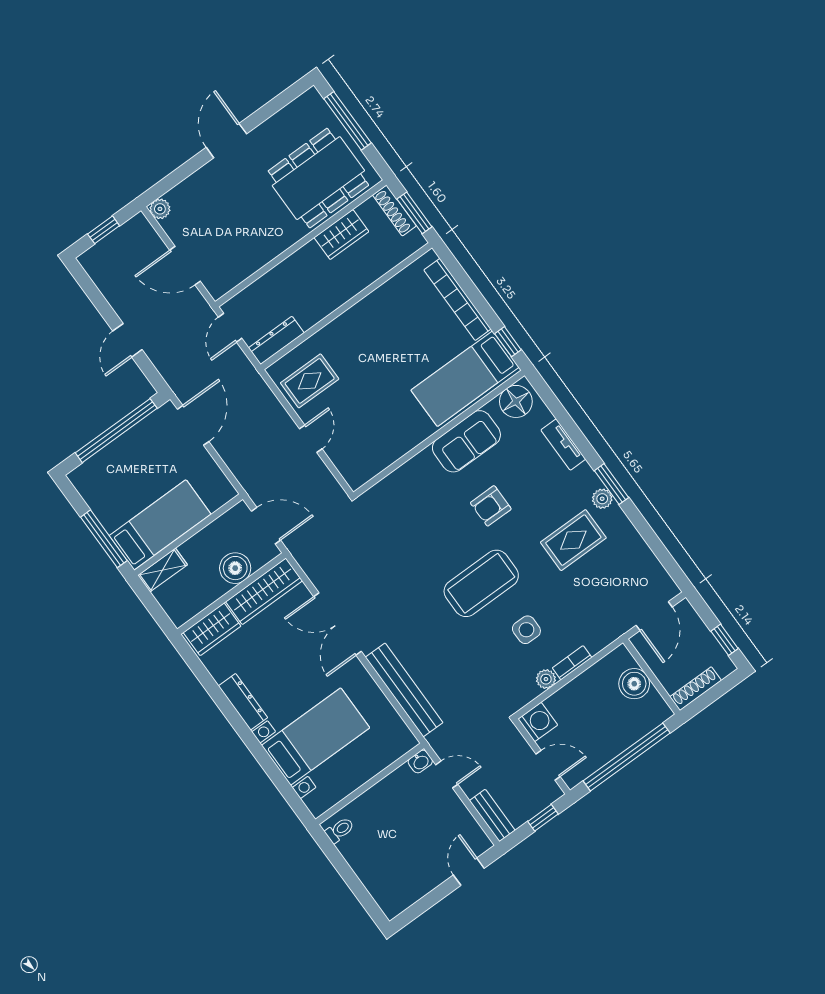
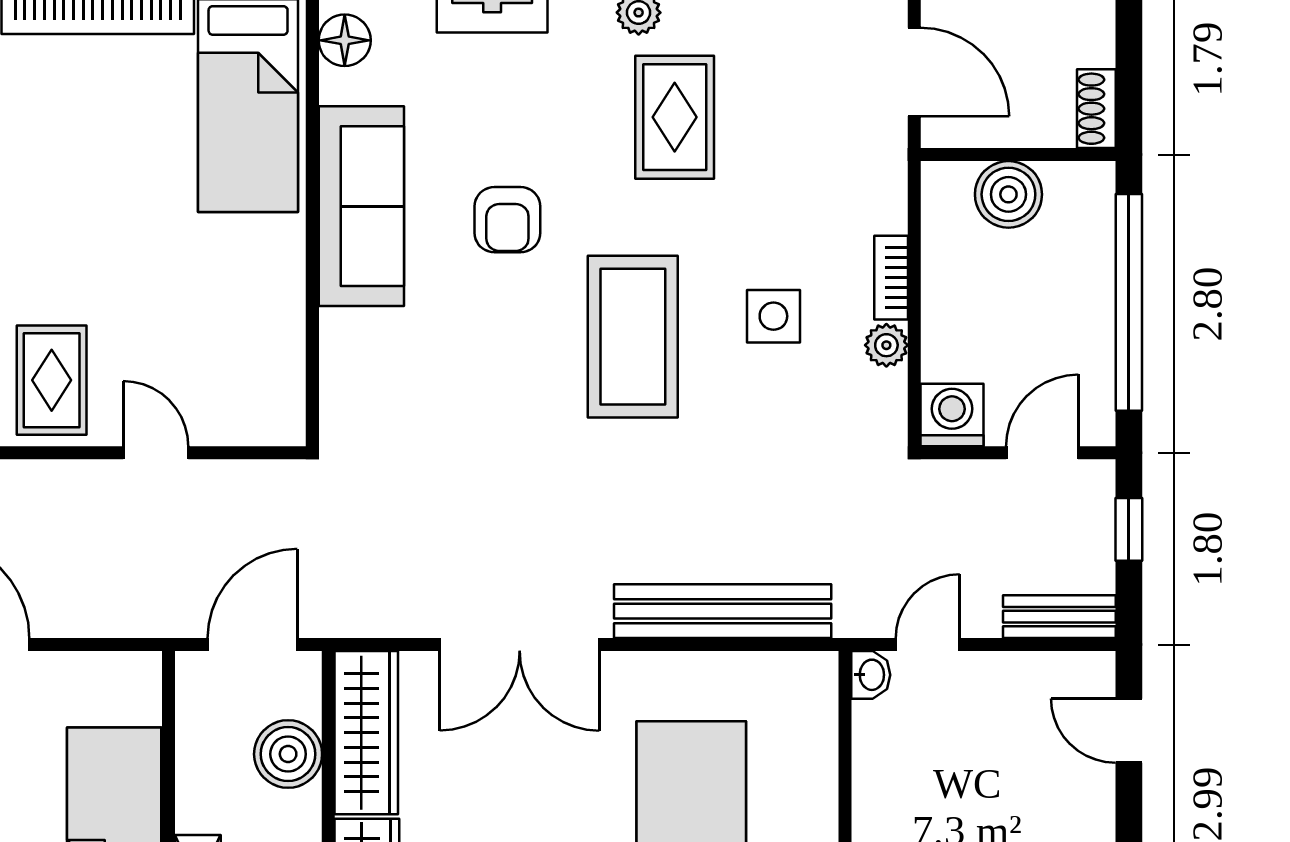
floor lamp: (516, 401) -> (345, 40), width x0.73, depth x0.73
sofa: (466, 441) -> (361, 206), width x1.36
shoe rack: (696, 689) -> (1096, 109), width x0.70

